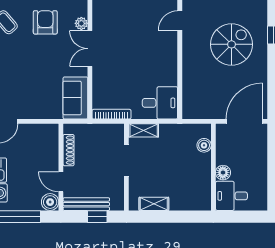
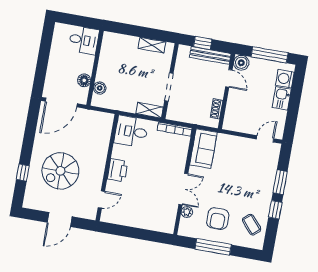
printer: (168, 57) -> (117, 170), added
shoe rack: (69, 150) -> (217, 109), width x0.70
floor lamp: (223, 173) -> (84, 80), moved

